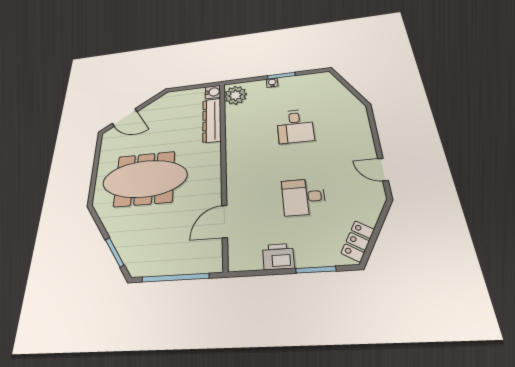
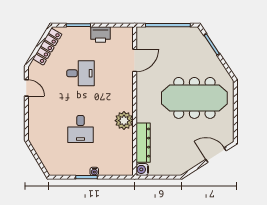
plant: (235, 95) -> (124, 121), moved
desk: (295, 126) -> (80, 129), turned 180
locker: (358, 241) -> (47, 47), width x1.53

